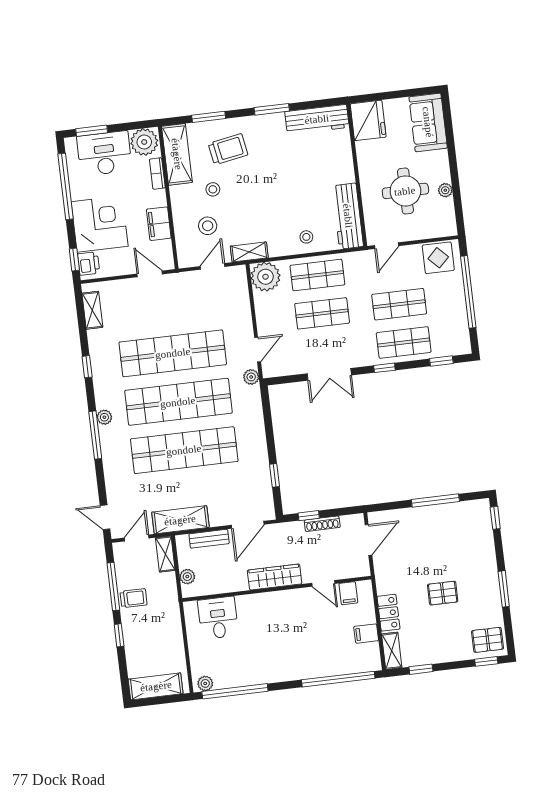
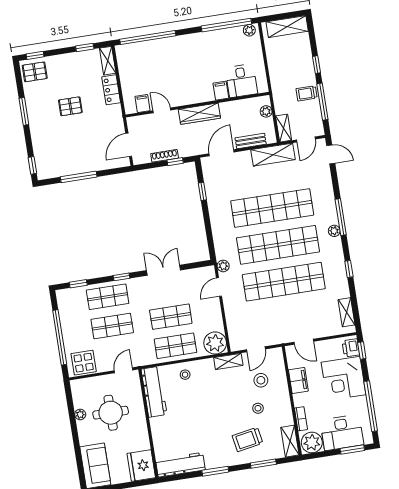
shelving: (177, 154) -> (290, 441), width x0.67, depth x0.75
filing cabinet: (366, 634) -> (221, 91), moved, turned -90

